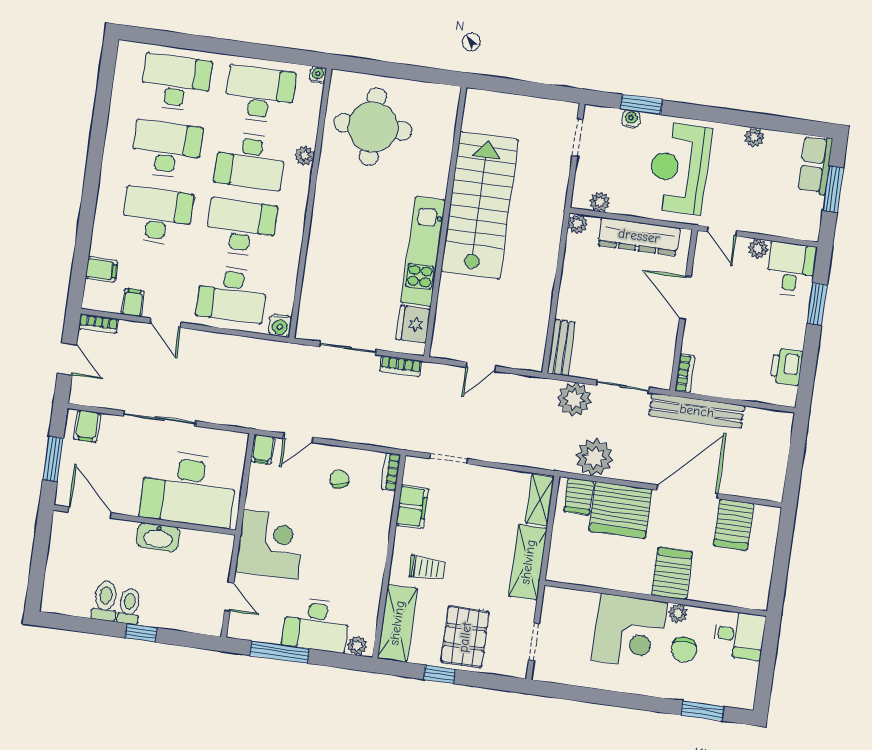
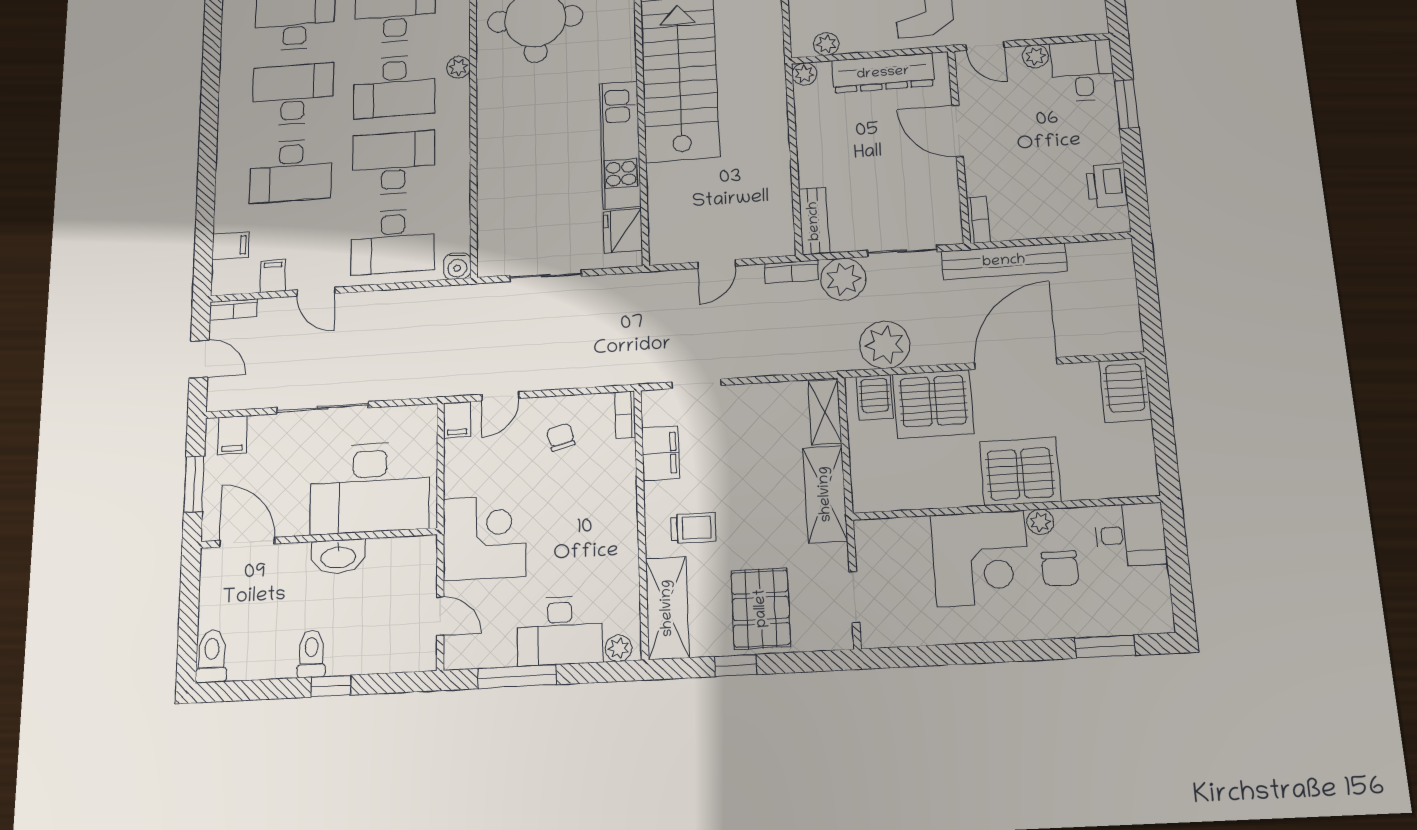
desk: (157, 216) -> (291, 171), turned 180
bookcase: (401, 366) -> (792, 272), moved
server rack: (733, 525) -> (1125, 390), moved
server rack: (672, 573) -> (1020, 471), width x1.60
toilet: (105, 601) -> (212, 656), moved

